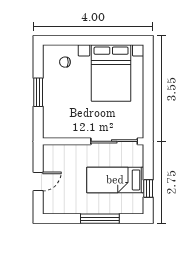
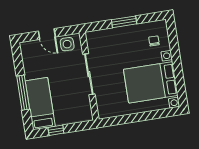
sliding door: (114, 141) -> (89, 74), moved
side table: (53, 160) -> (67, 44), added
bed: (115, 180) -> (40, 104), moved

